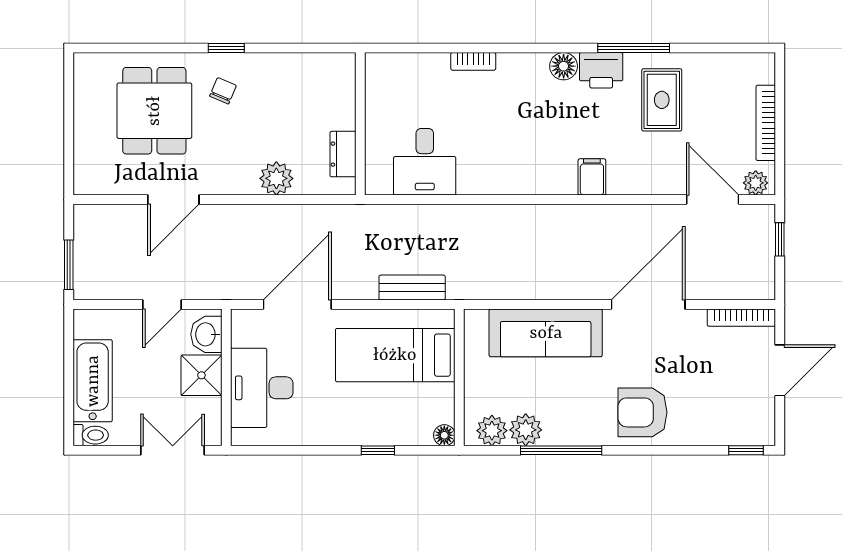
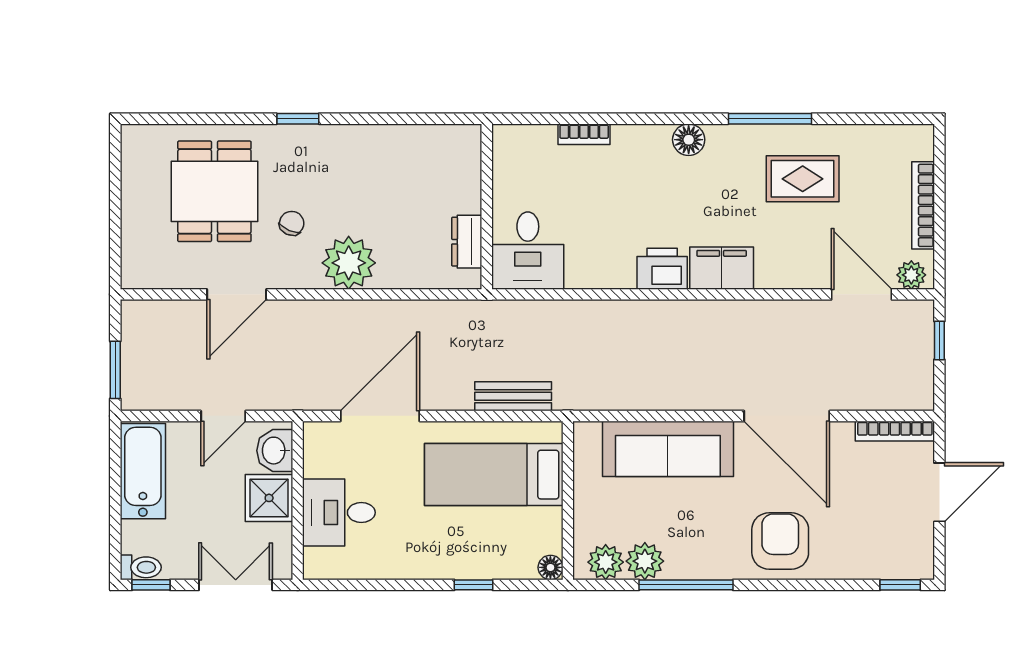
printer: (601, 70) -> (662, 269), moved, turned 180
chair: (223, 91) -> (292, 223), moved
rug: (662, 100) -> (803, 179), turned 90
wall: (360, 124) -> (487, 207), moved
dresser: (343, 154) -> (467, 242), moved
filing cabinet: (592, 177) -> (722, 268), width x2.00
plant: (276, 178) -> (349, 263), width x1.36, depth x1.36
door: (648, 305) -> (787, 416), swing flipped
bathtub: (93, 381) -> (143, 471), moved
desk: (262, 388) -> (339, 513), width x0.73
armchair: (643, 412) -> (780, 541), turned 90
window: (100, 450) -> (151, 585), added

